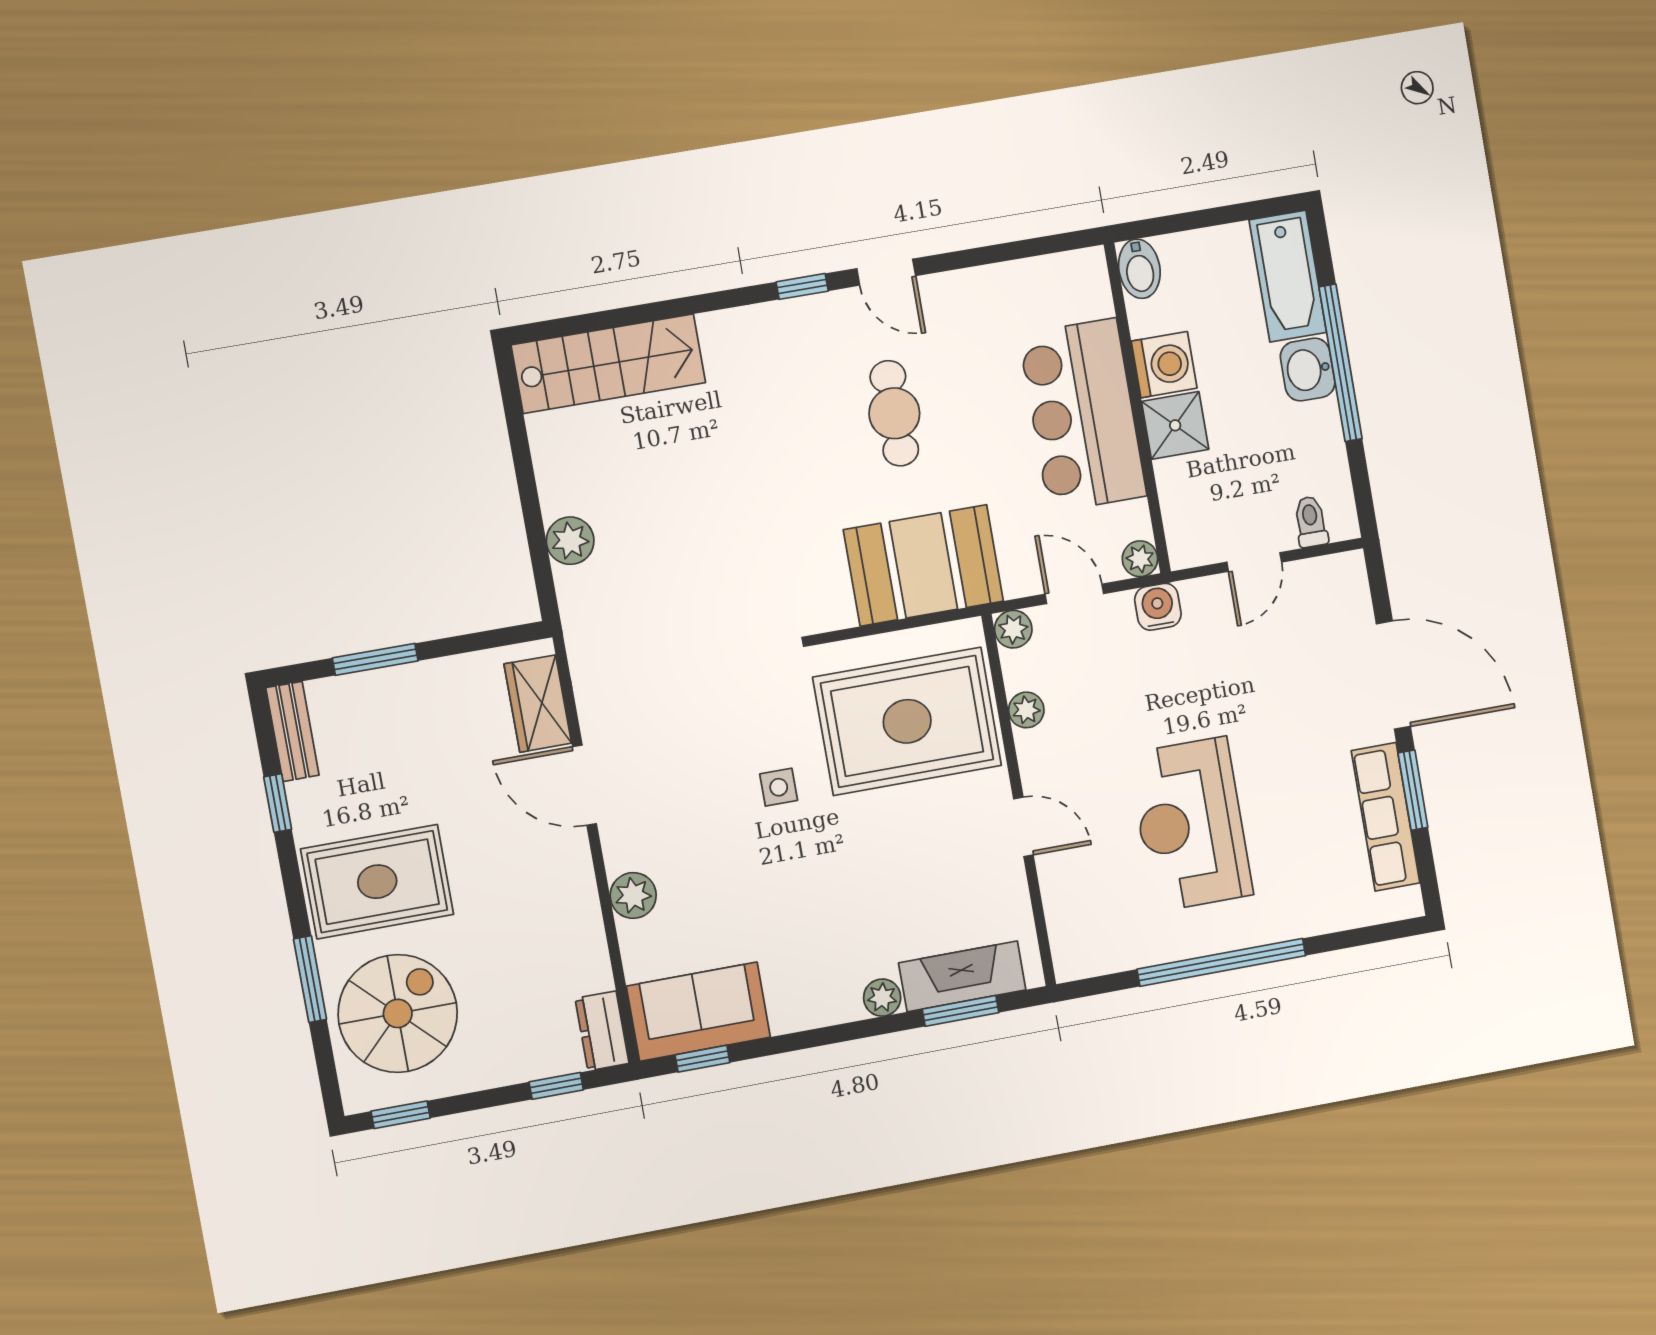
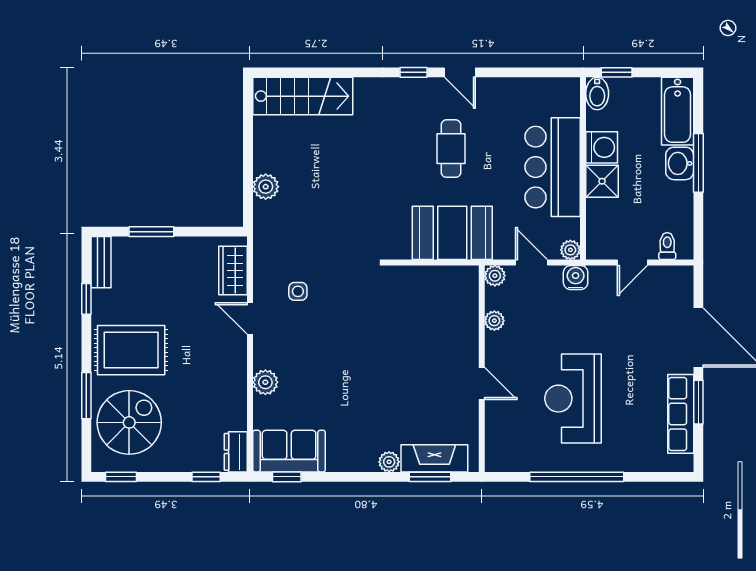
window: (1168, 225) -> (617, 72), added
window: (1340, 363) -> (698, 163), width x0.68
rug: (907, 721) -> (429, 315), removed
door: (585, 785) -> (250, 318), width x0.73
side table: (779, 787) -> (298, 291), moved

